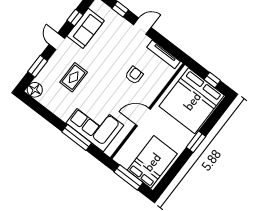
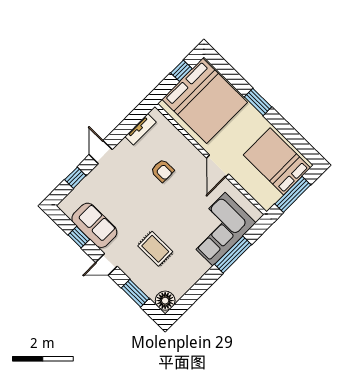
tv unit: (164, 54) -> (141, 129), width x0.71
armchair: (134, 75) -> (162, 171), turned 180

